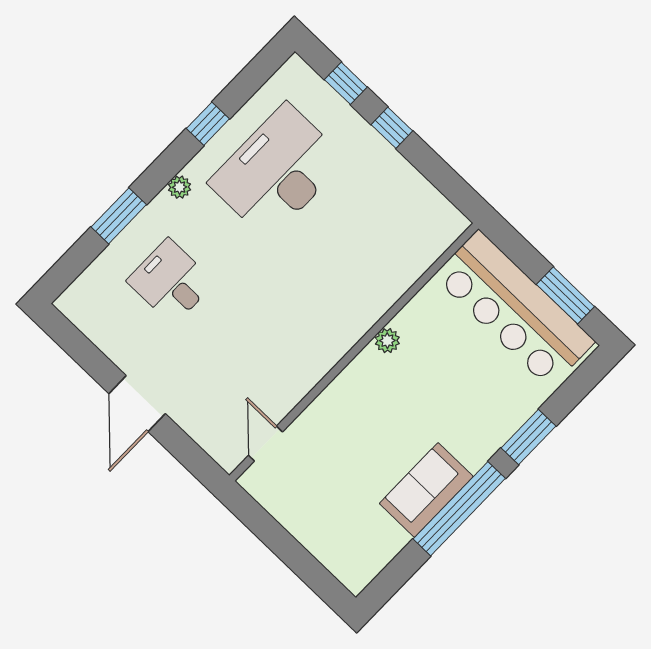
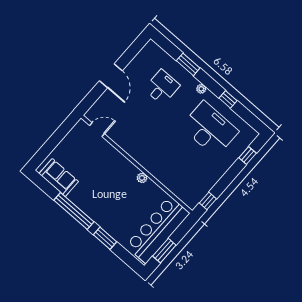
window: (392, 128) -> (208, 201), moved
door: (137, 404) -> (111, 76), swing flipped
sofa: (426, 490) -> (59, 178), moved

